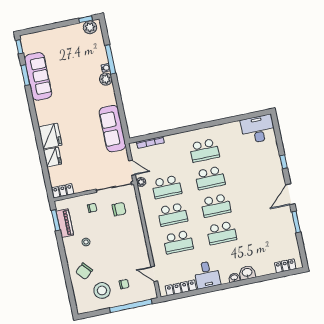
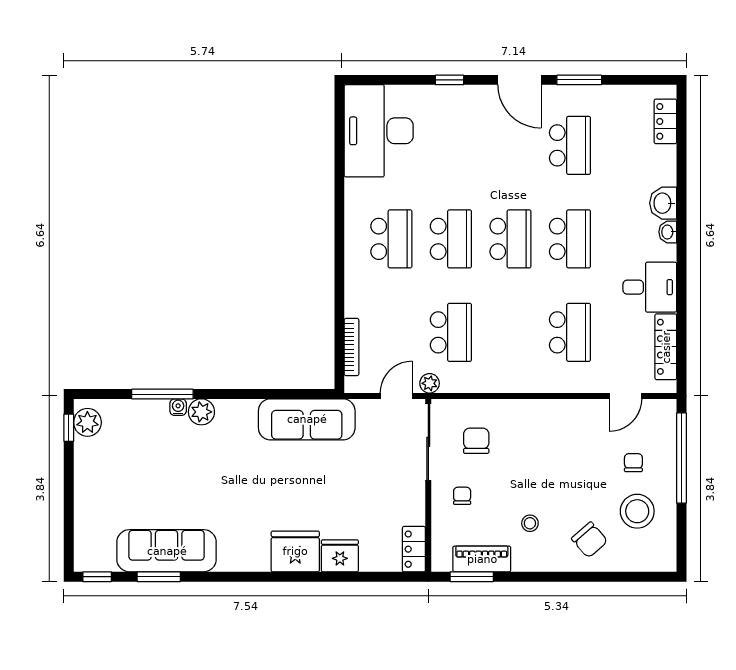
desk: (258, 129) -> (379, 131), width x1.36, depth x1.30
school desk: (172, 214) -> (570, 145), moved

